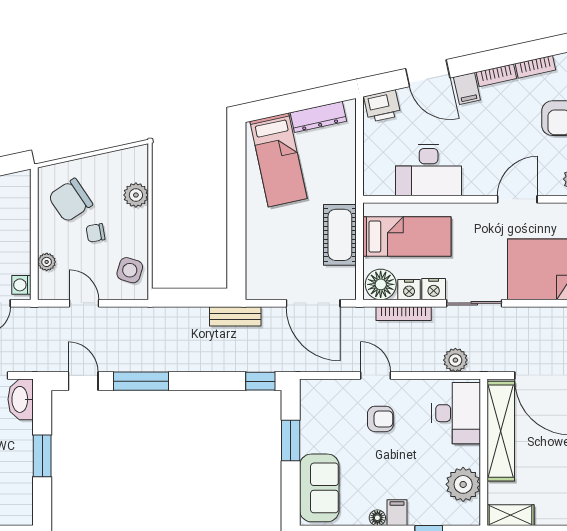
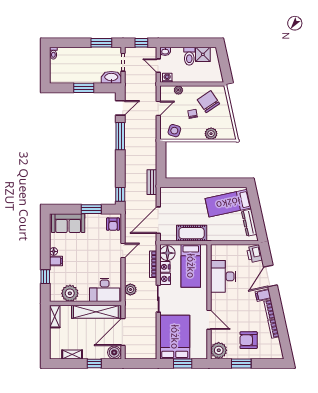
armchair: (380, 419) -> (113, 224), moved

